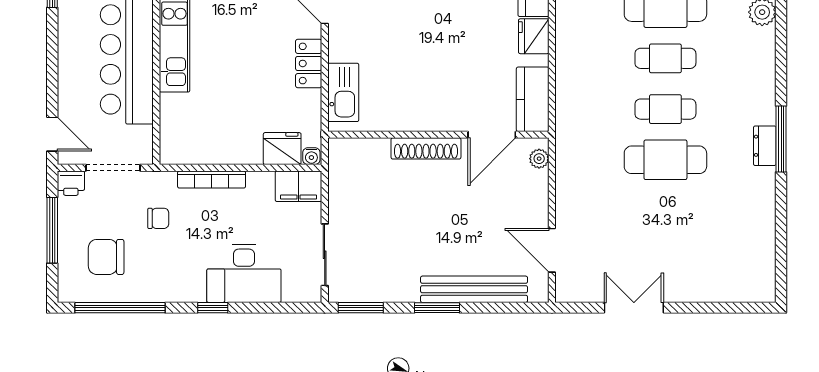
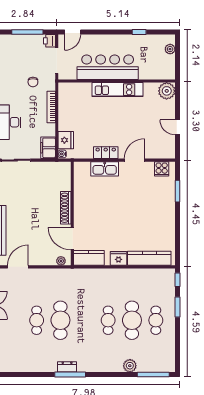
kitchen sink: (343, 92) -> (105, 169), moved
cafe table: (665, 109) -> (37, 320), moved
chair: (106, 257) -> (15, 57), removed

